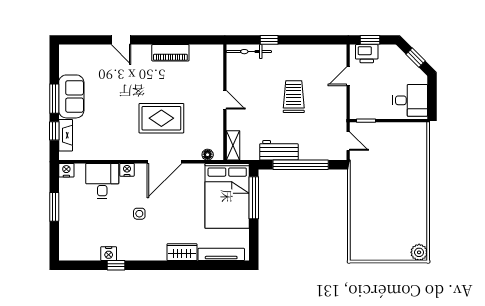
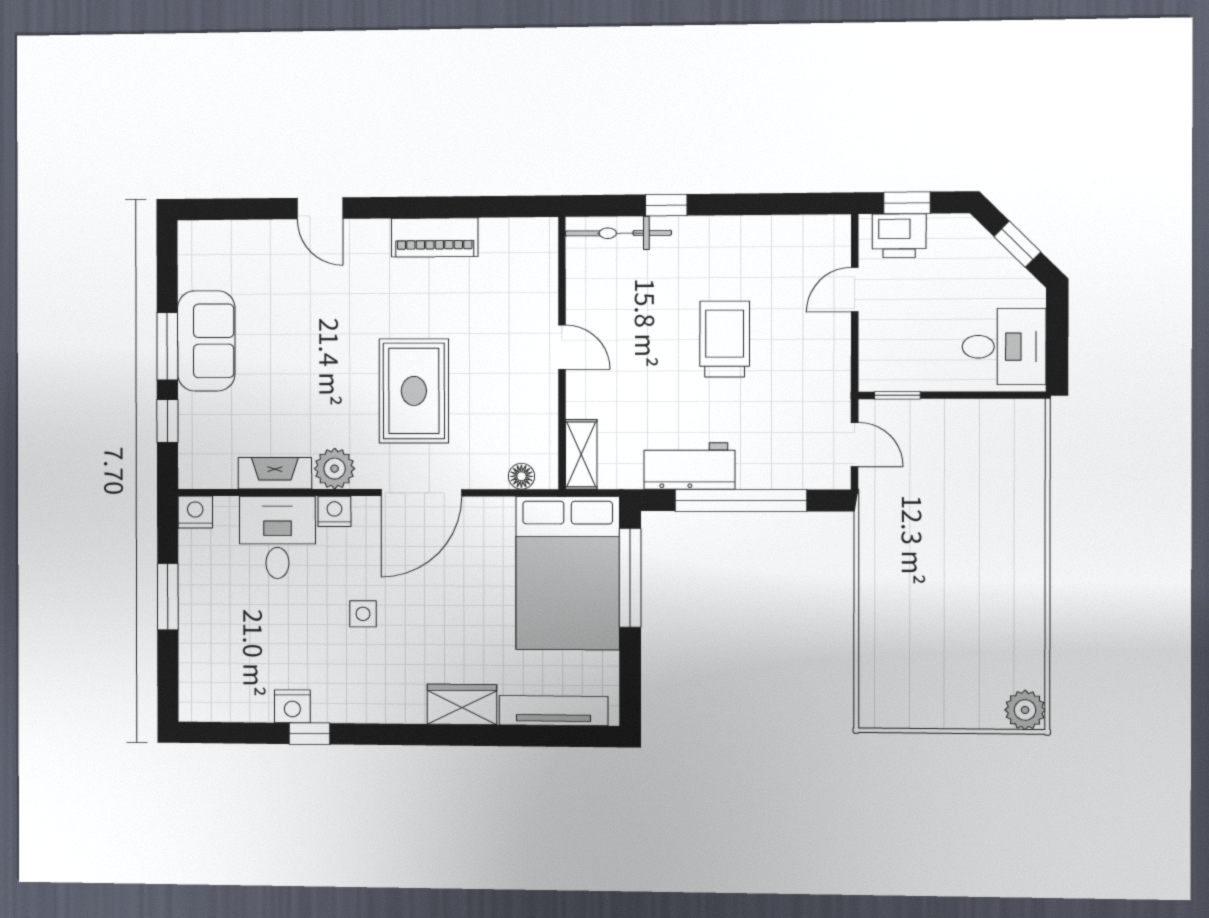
rug: (161, 118) -> (414, 391), turned 90
fireplace: (66, 135) -> (275, 473), moved, turned -90
plant: (127, 151) -> (335, 469), added

